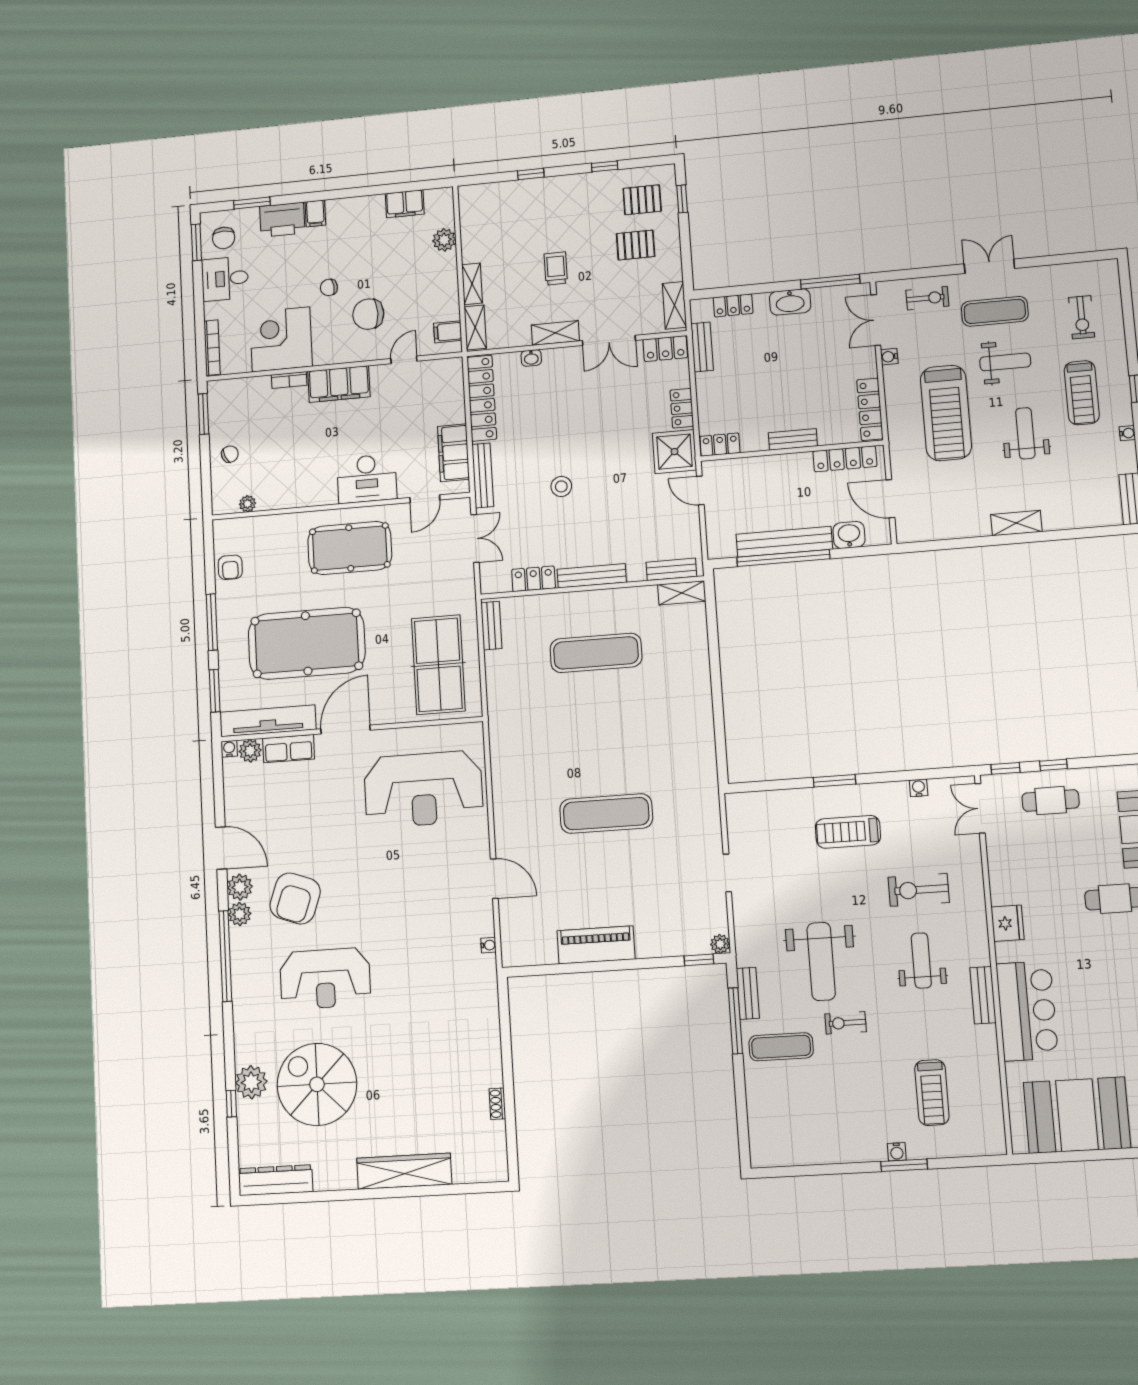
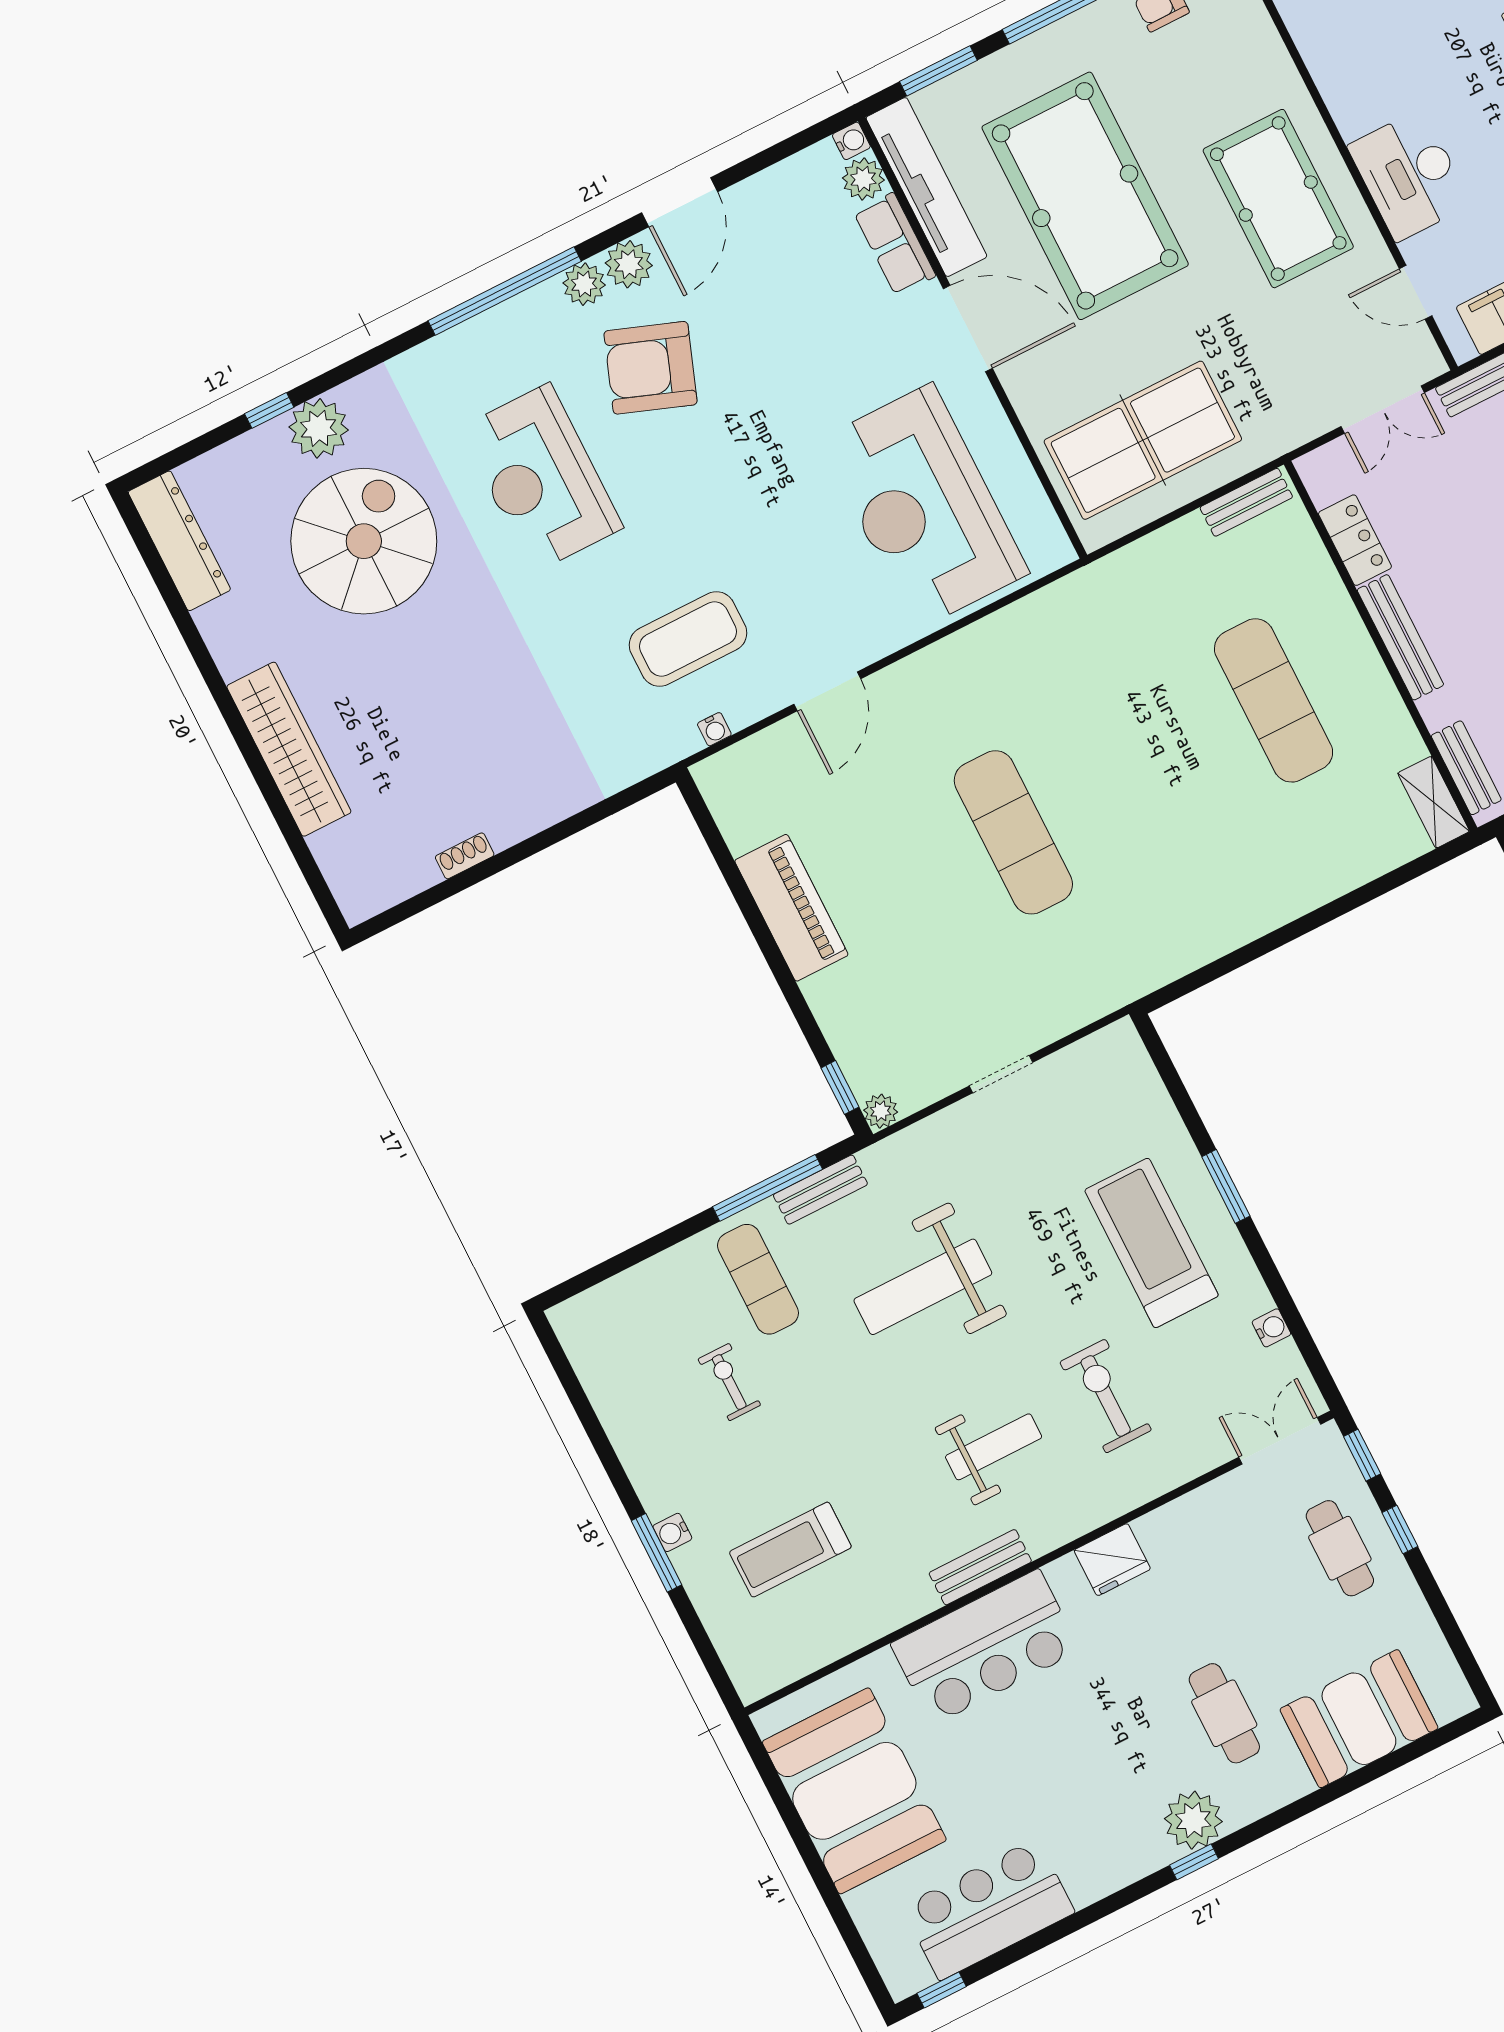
treadmill: (848, 832) -> (1152, 1243), width x1.37, depth x1.38
coffee table: (437, 939) -> (688, 639), added
exercise bike: (846, 1023) -> (729, 1382), moved

